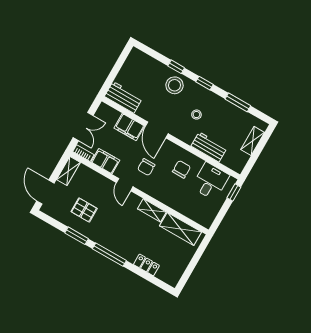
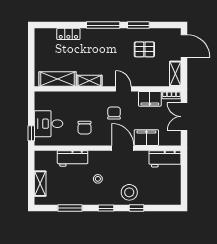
desk: (210, 181) -> (49, 124), moved, turned 90

